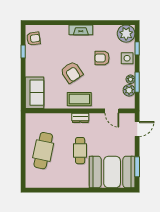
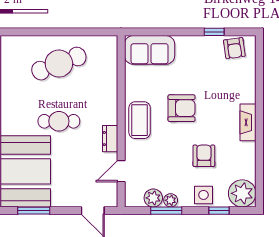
armchair: (72, 72) -> (182, 108), turned -146
dresser: (80, 118) -> (110, 139), moved
cafe table: (43, 151) -> (59, 64), turned -33

